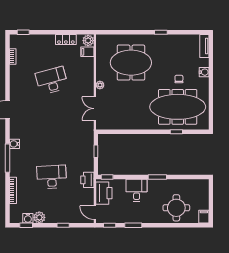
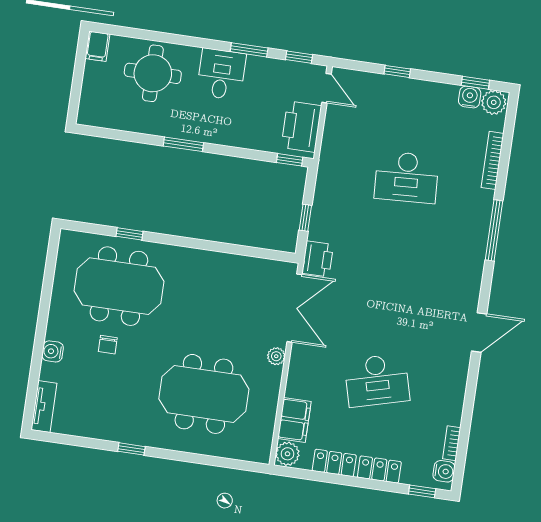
locker: (45, 39) -> (379, 470), added
filing cabinet: (87, 52) -> (294, 420), width x2.00
meeting table: (178, 107) -> (119, 286), width x0.73
double door: (95, 109) -> (294, 308), width x1.37
water cooler: (14, 144) -> (444, 471), moved
printer: (87, 180) -> (318, 259), moved
desk: (137, 190) -> (221, 74), moved, turned 180
plant: (39, 217) -> (494, 102), moved

